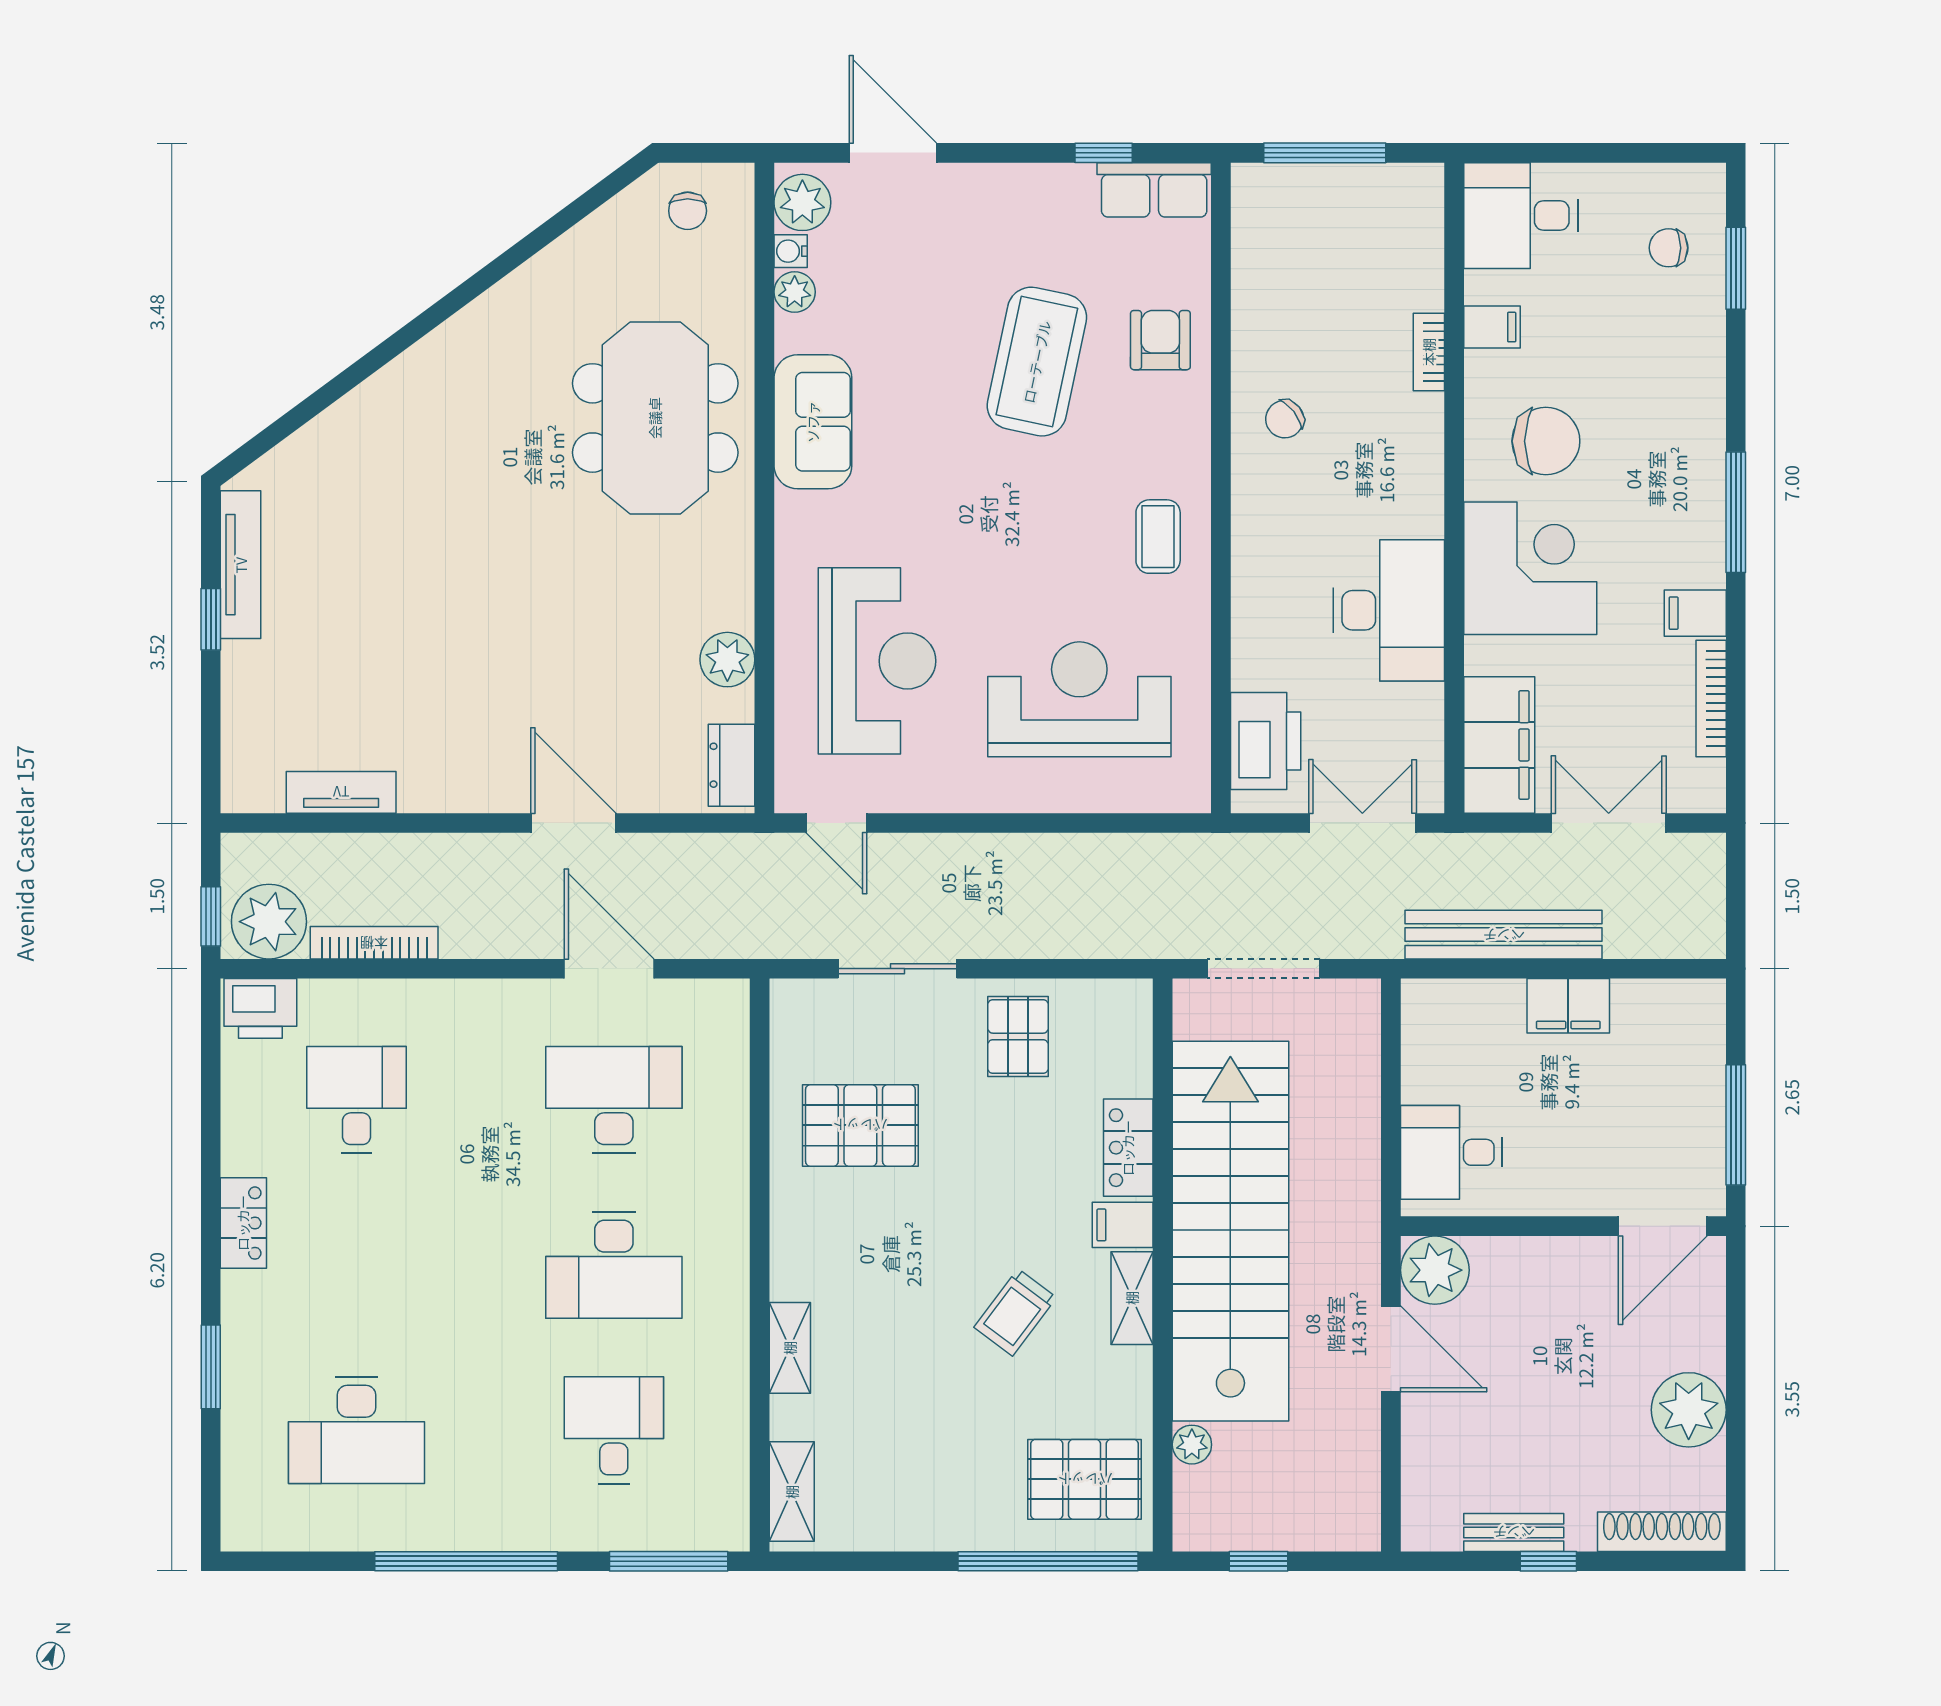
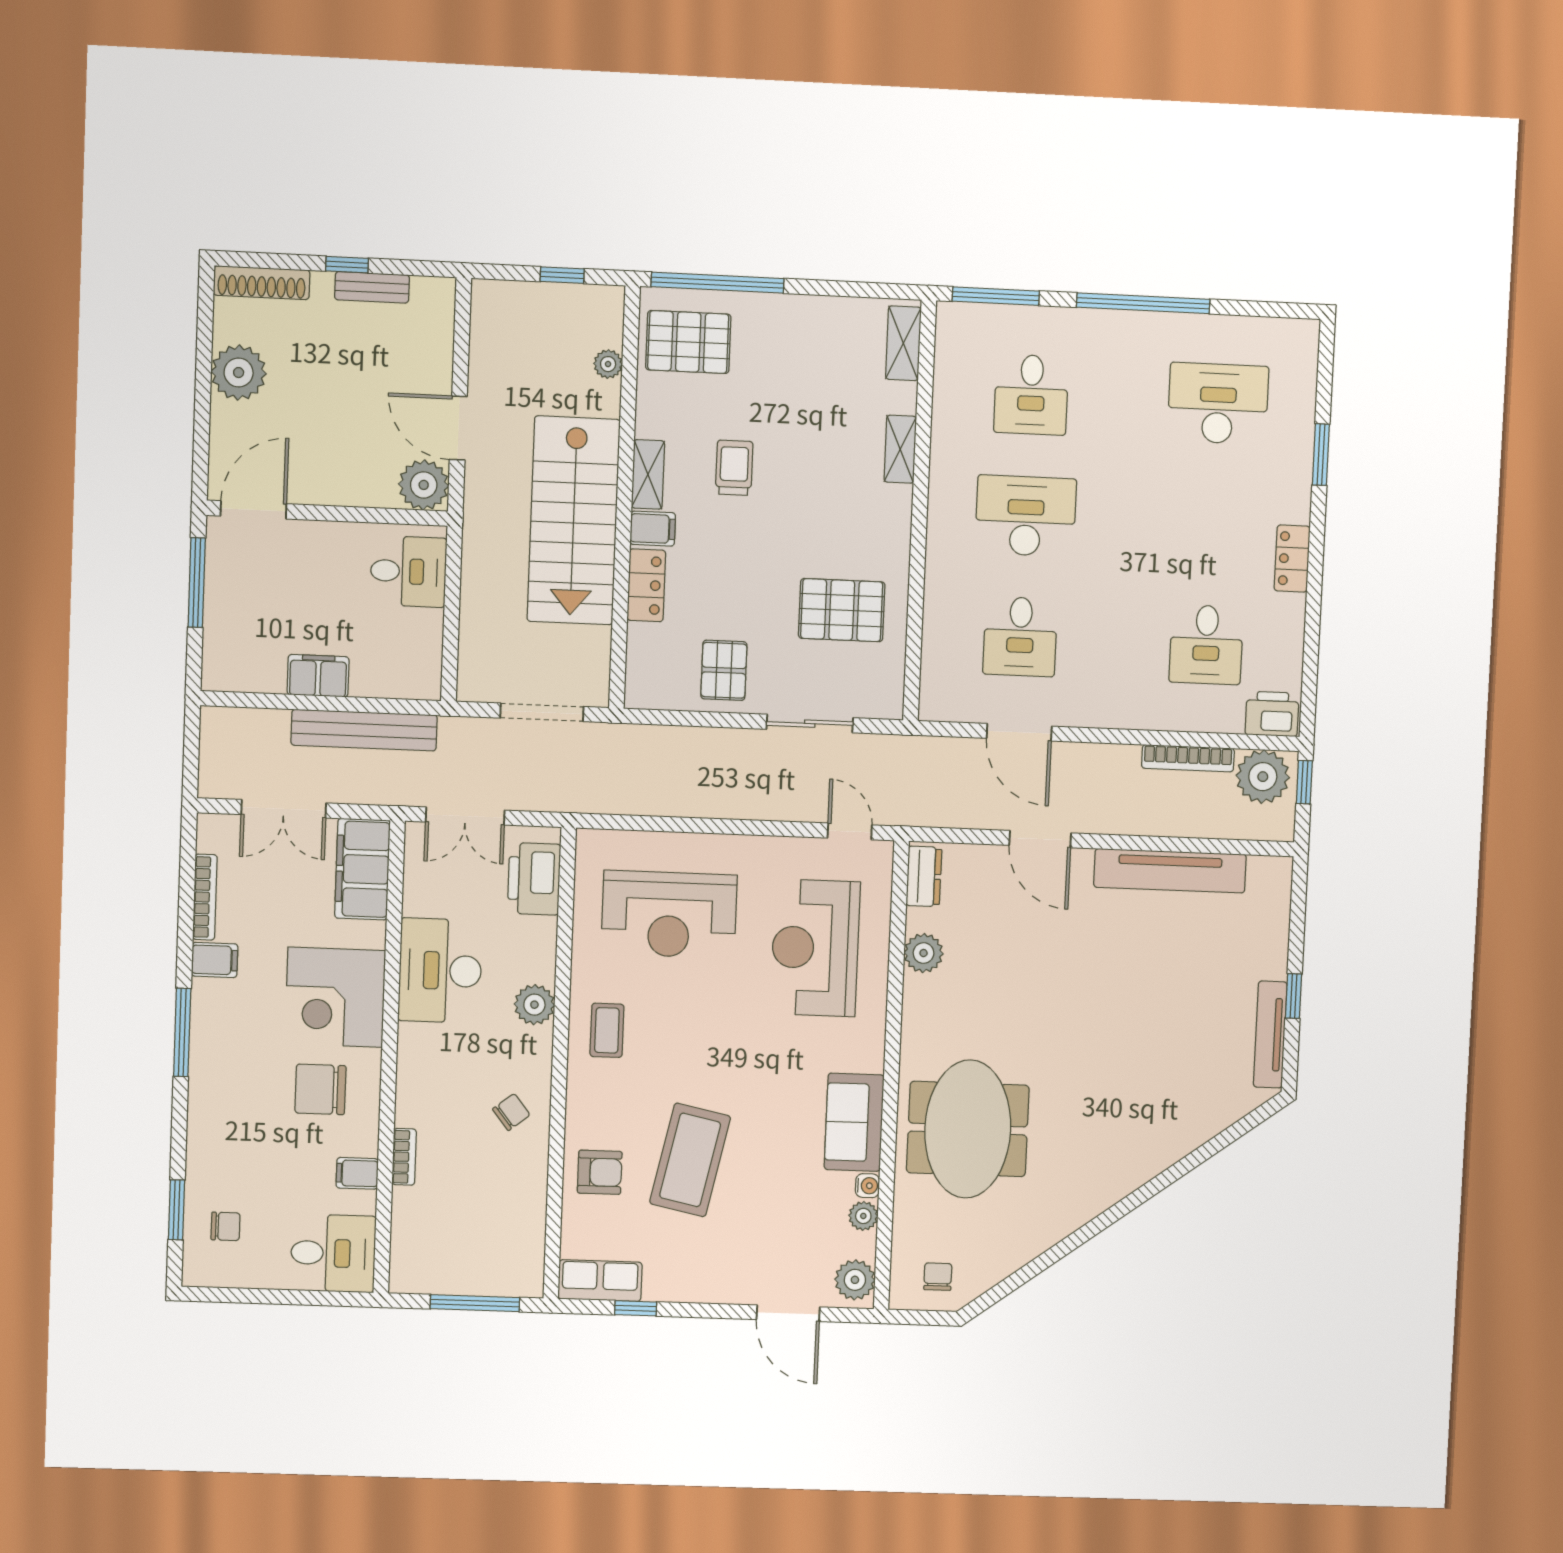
water cooler: (791, 251) -> (867, 1186), moved
armchair: (1160, 340) -> (600, 1172), turned -90
plant: (1259, 568) -> (534, 1005), added
tv unit: (341, 792) -> (1170, 871), width x1.92, depth x1.29
desk: (614, 1100) -> (1020, 637), width x0.73
stairs: (1230, 1231) -> (574, 520), width x0.73
trolley: (1015, 1312) -> (734, 468), turned -37

